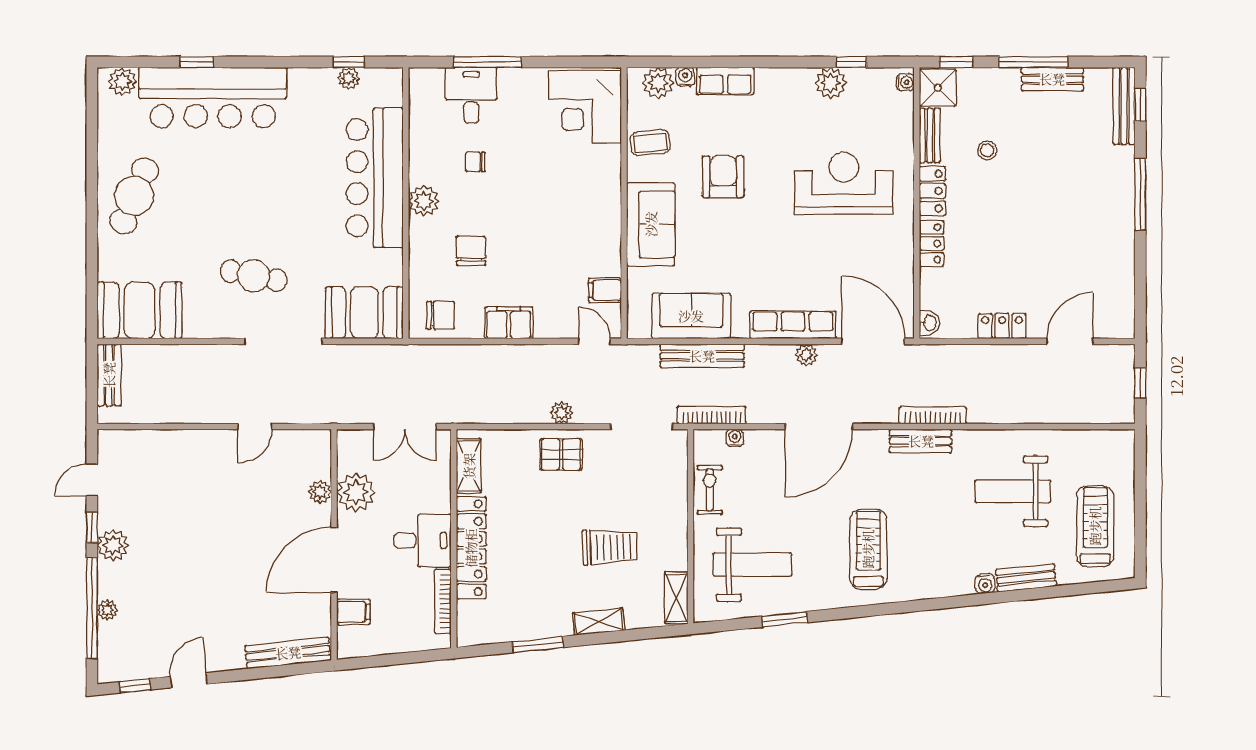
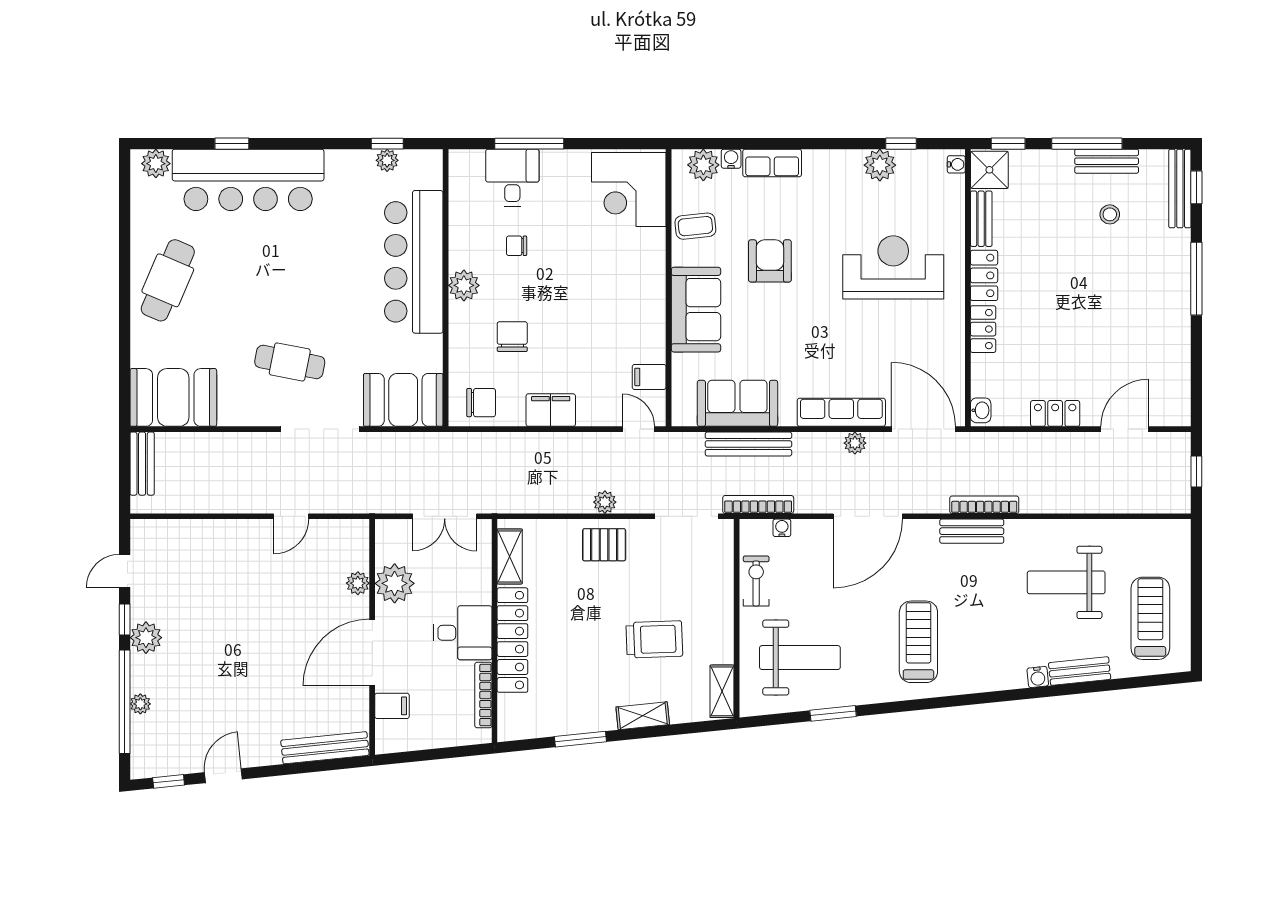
stool: (987, 150) -> (1110, 214), moved

